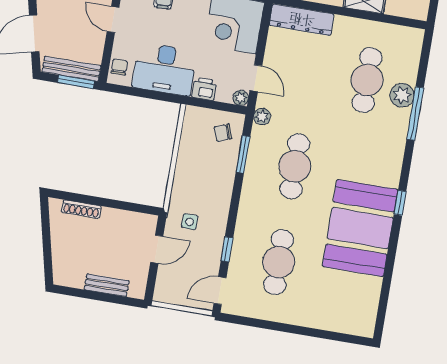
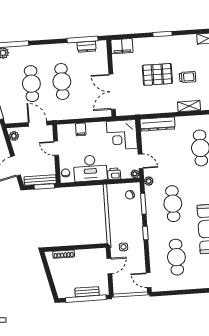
window: (227, 249) -> (145, 233), moved
door: (220, 291) -> (149, 280), hinge flipped
window: (102, 297) -> (86, 299), added

